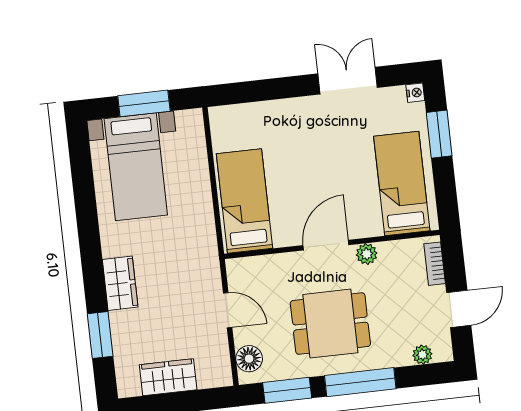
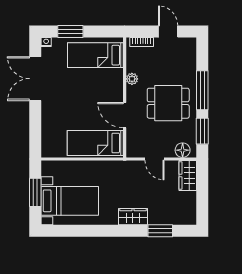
double door: (348, 81) -> (35, 79), width x1.37
door: (326, 245) -> (125, 115), moved
door: (228, 310) -> (155, 159), swing flipped
dining table: (330, 324) -> (168, 103), turned 90
plant: (422, 355) -> (191, 54), removed
wardrobe: (168, 377) -> (188, 176), moved

